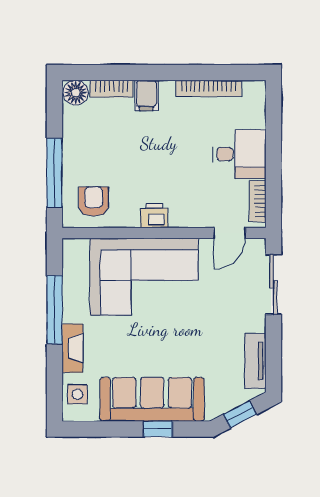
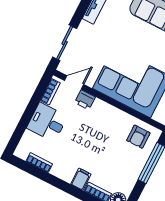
bookcase: (209, 89) -> (39, 163), width x0.64
printer: (154, 216) -> (85, 100), moved

